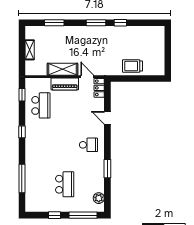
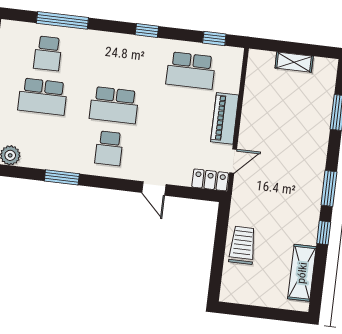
shelving: (62, 69) -> (302, 273), moved
door: (107, 118) -> (154, 188), swing flipped
school desk: (65, 145) -> (114, 105), added
school desk: (41, 184) -> (48, 53), added

